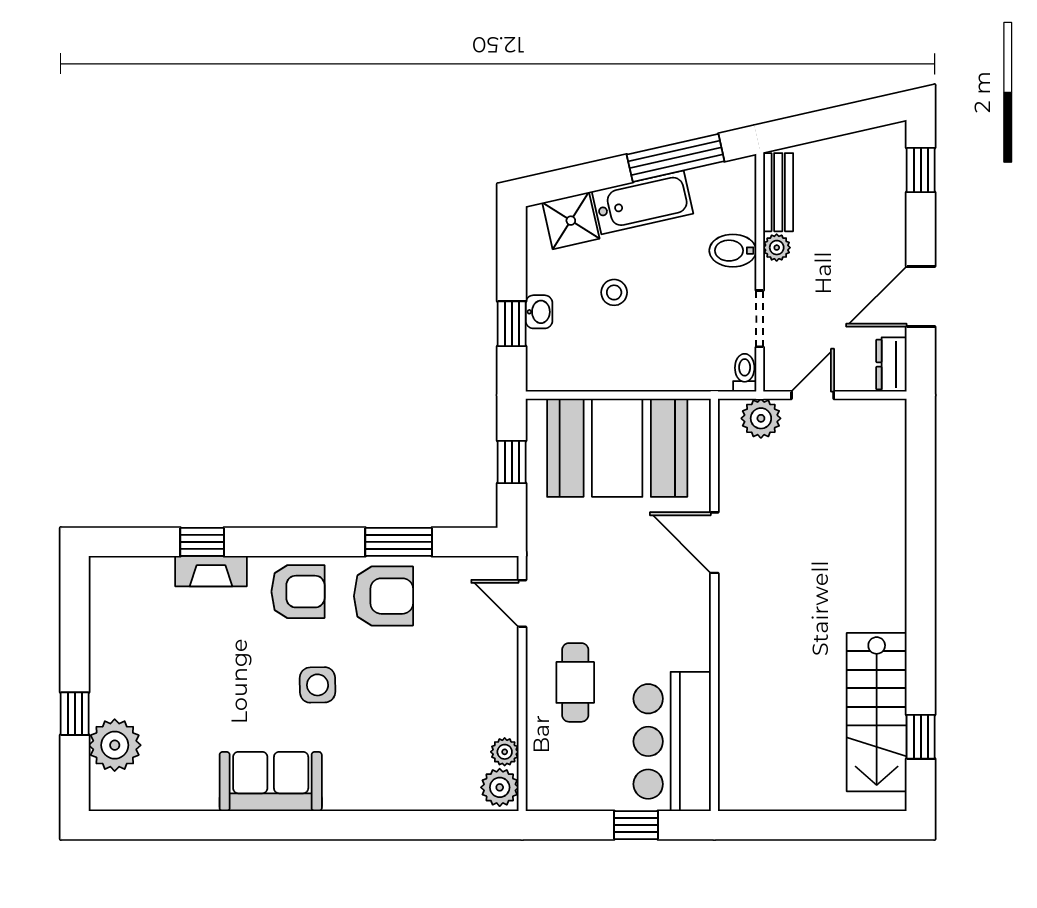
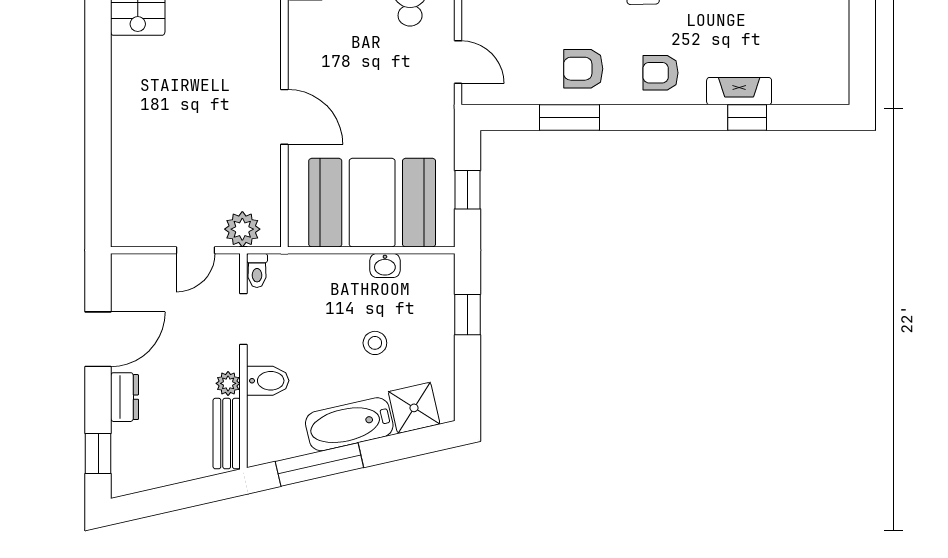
washbasin: (539, 312) -> (385, 265), moved, turned -90
dresser: (891, 364) -> (125, 397), moved
armchair: (298, 592) -> (660, 73), width x0.72, depth x0.72
armchair: (383, 596) -> (583, 69), width x0.72, depth x0.72

